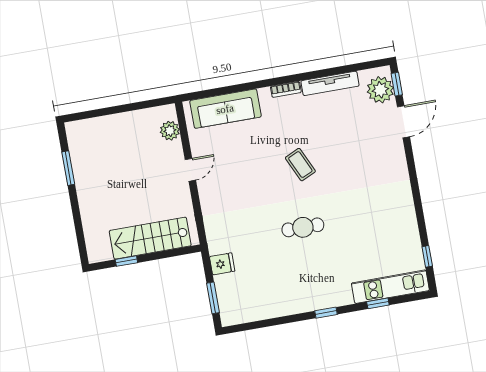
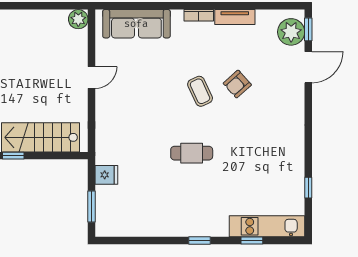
tv unit: (330, 83) -> (235, 17), width x0.71
plant: (170, 131) -> (78, 19), moved
armchair: (336, 151) -> (237, 84), added
window: (427, 256) -> (308, 188), moved

